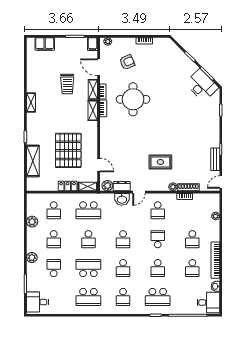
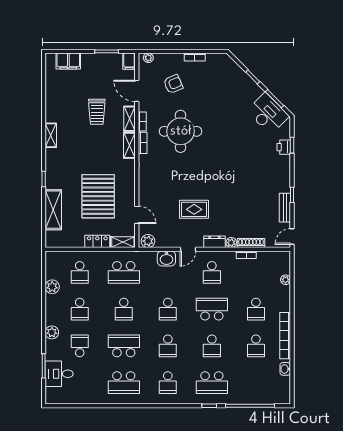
printer: (214, 112) -> (284, 147), added
rug: (160, 162) -> (194, 209), moved
dresser: (122, 186) -> (214, 242), moved
school desk: (158, 239) -> (212, 309), width x1.85
desk: (38, 302) -> (59, 374), moved
desk: (208, 303) -> (276, 390), removed

